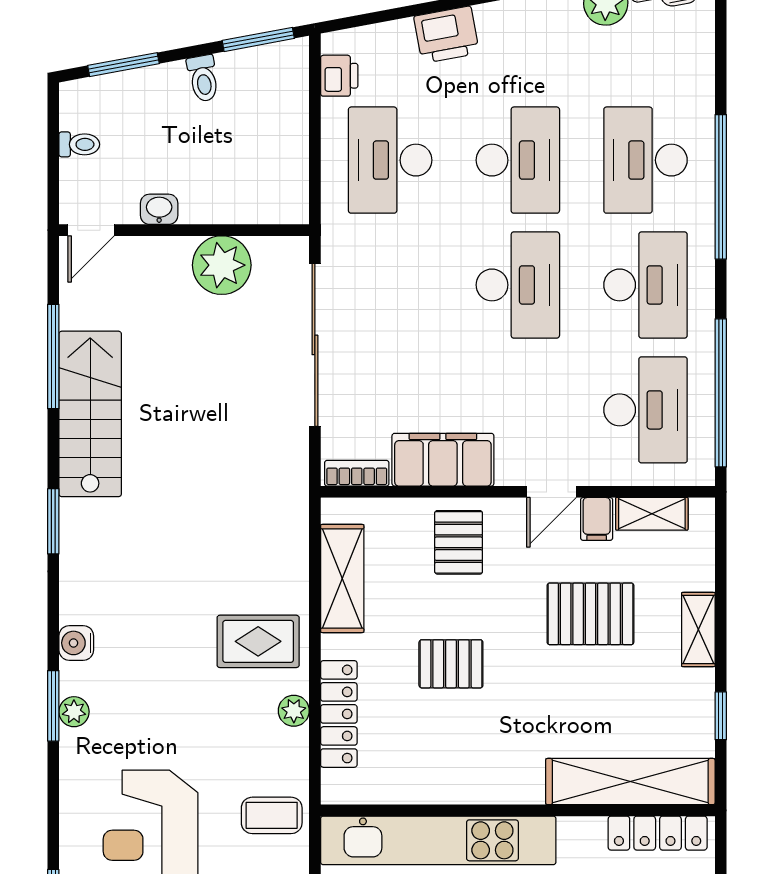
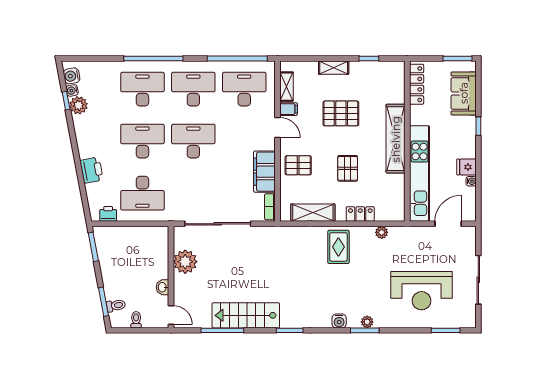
toilet: (203, 78) -> (116, 305), moved
desk: (645, 160) -> (142, 89), turned 180
pallet: (590, 614) -> (341, 113), moved, turned 90
plant: (294, 711) -> (382, 232), moved
locker: (339, 714) -> (360, 214), width x0.66
shelving: (630, 782) -> (396, 139), moved
coffee table: (272, 815) -> (409, 241), removed

